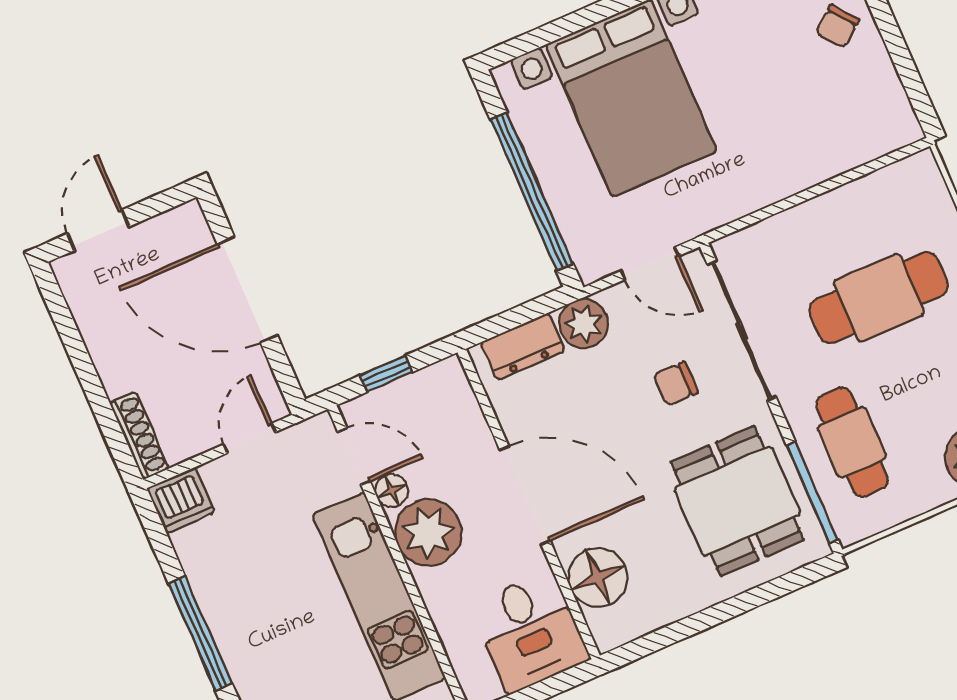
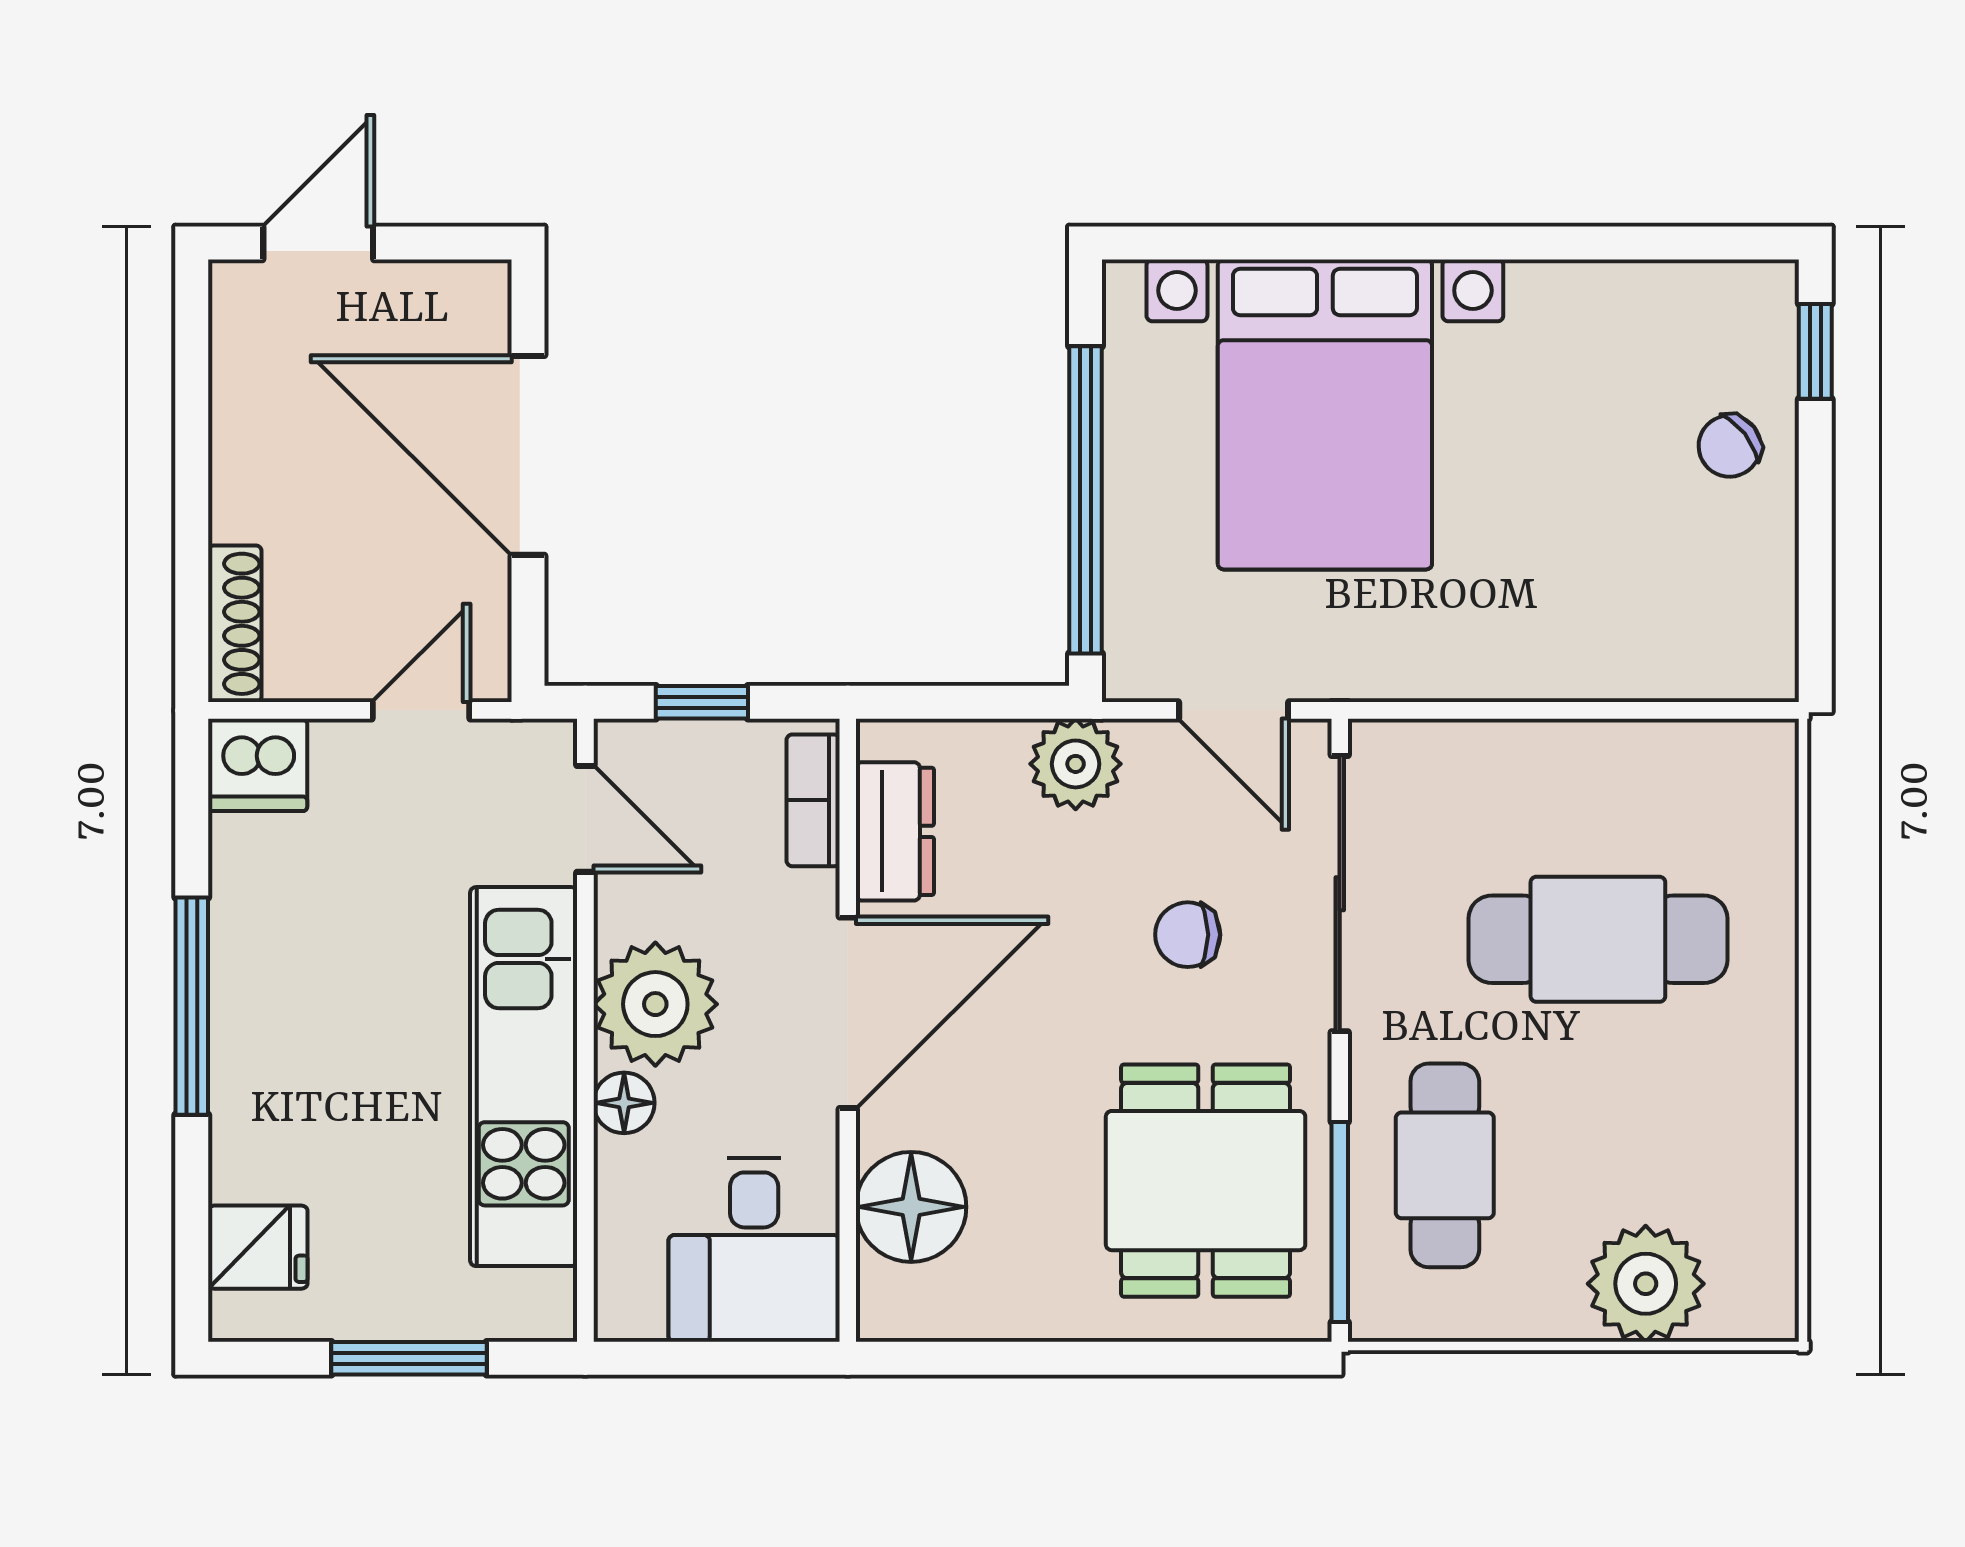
dresser: (523, 347) -> (895, 831), moved, turned -90
bookcase: (462, 398) -> (813, 800), added
floor lamp: (392, 491) -> (624, 1103), moved
door: (525, 495) -> (848, 1013), hinge flipped

